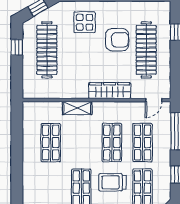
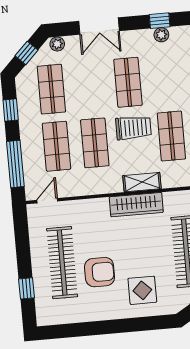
armchair: (117, 40) -> (100, 272), turned 180
wardrobe: (110, 91) -> (136, 205), moved
trolley: (112, 182) -> (133, 128), moved

